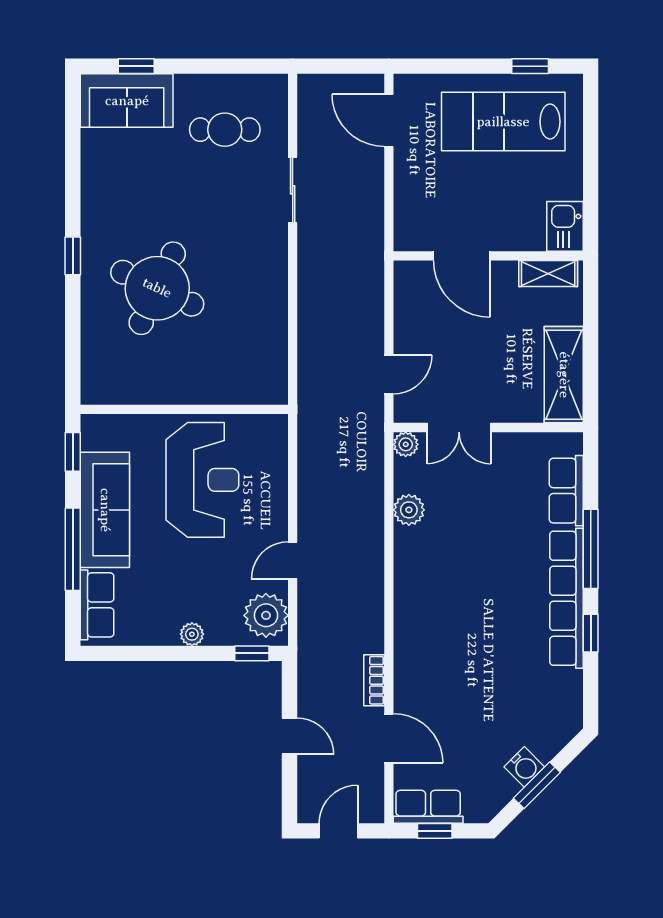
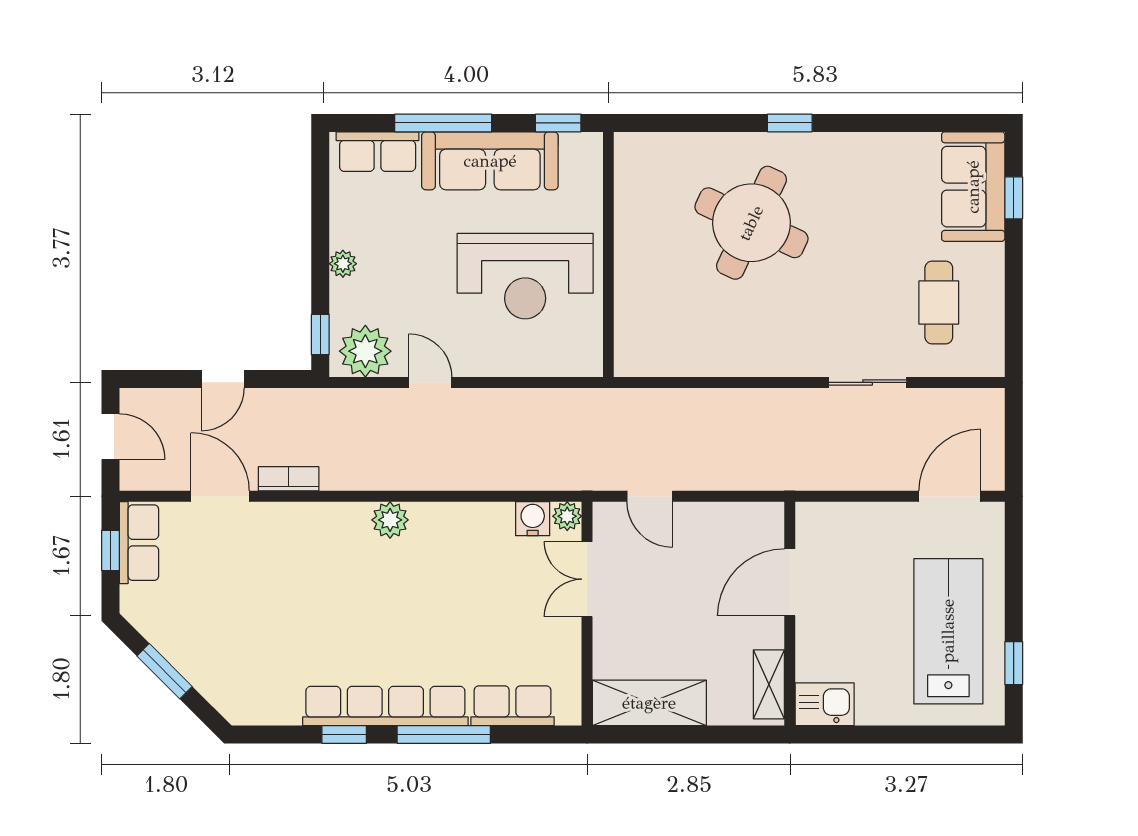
plant: (409, 510) -> (390, 520), moved
door: (389, 738) -> (220, 496), swing flipped
water cooler: (524, 767) -> (533, 519), moved, turned 135

